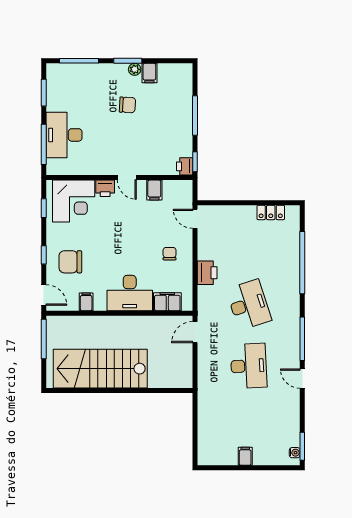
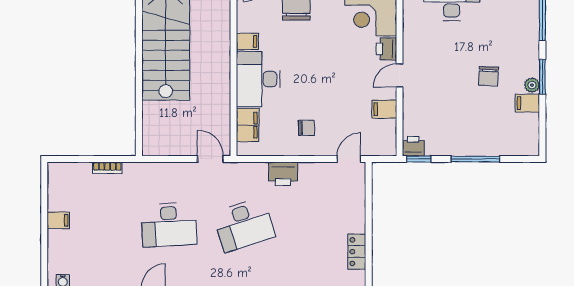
filing cabinet: (86, 302) -> (247, 41), moved
bookcase: (202, 416) -> (107, 168), added

